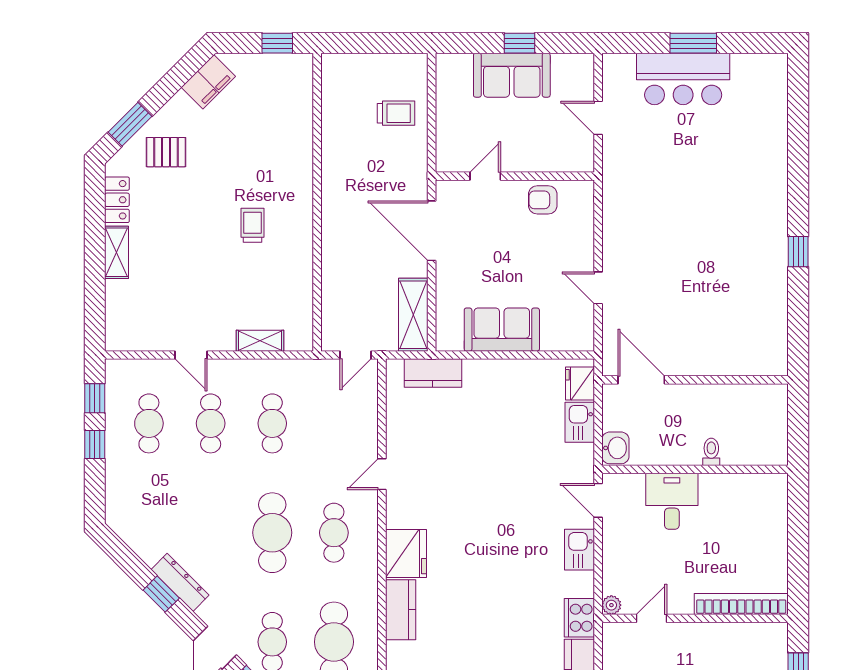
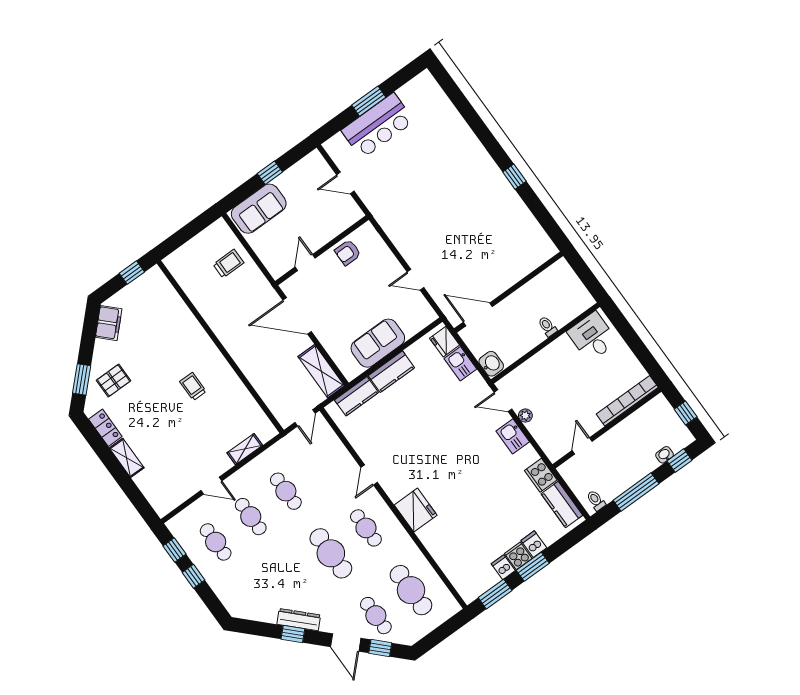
sofa: (512, 75) -> (259, 209), moved
desk: (672, 501) -> (592, 337), moved
plant: (611, 605) -> (525, 416), moved
kitchen counter: (401, 610) -> (391, 372), moved, turned 90

